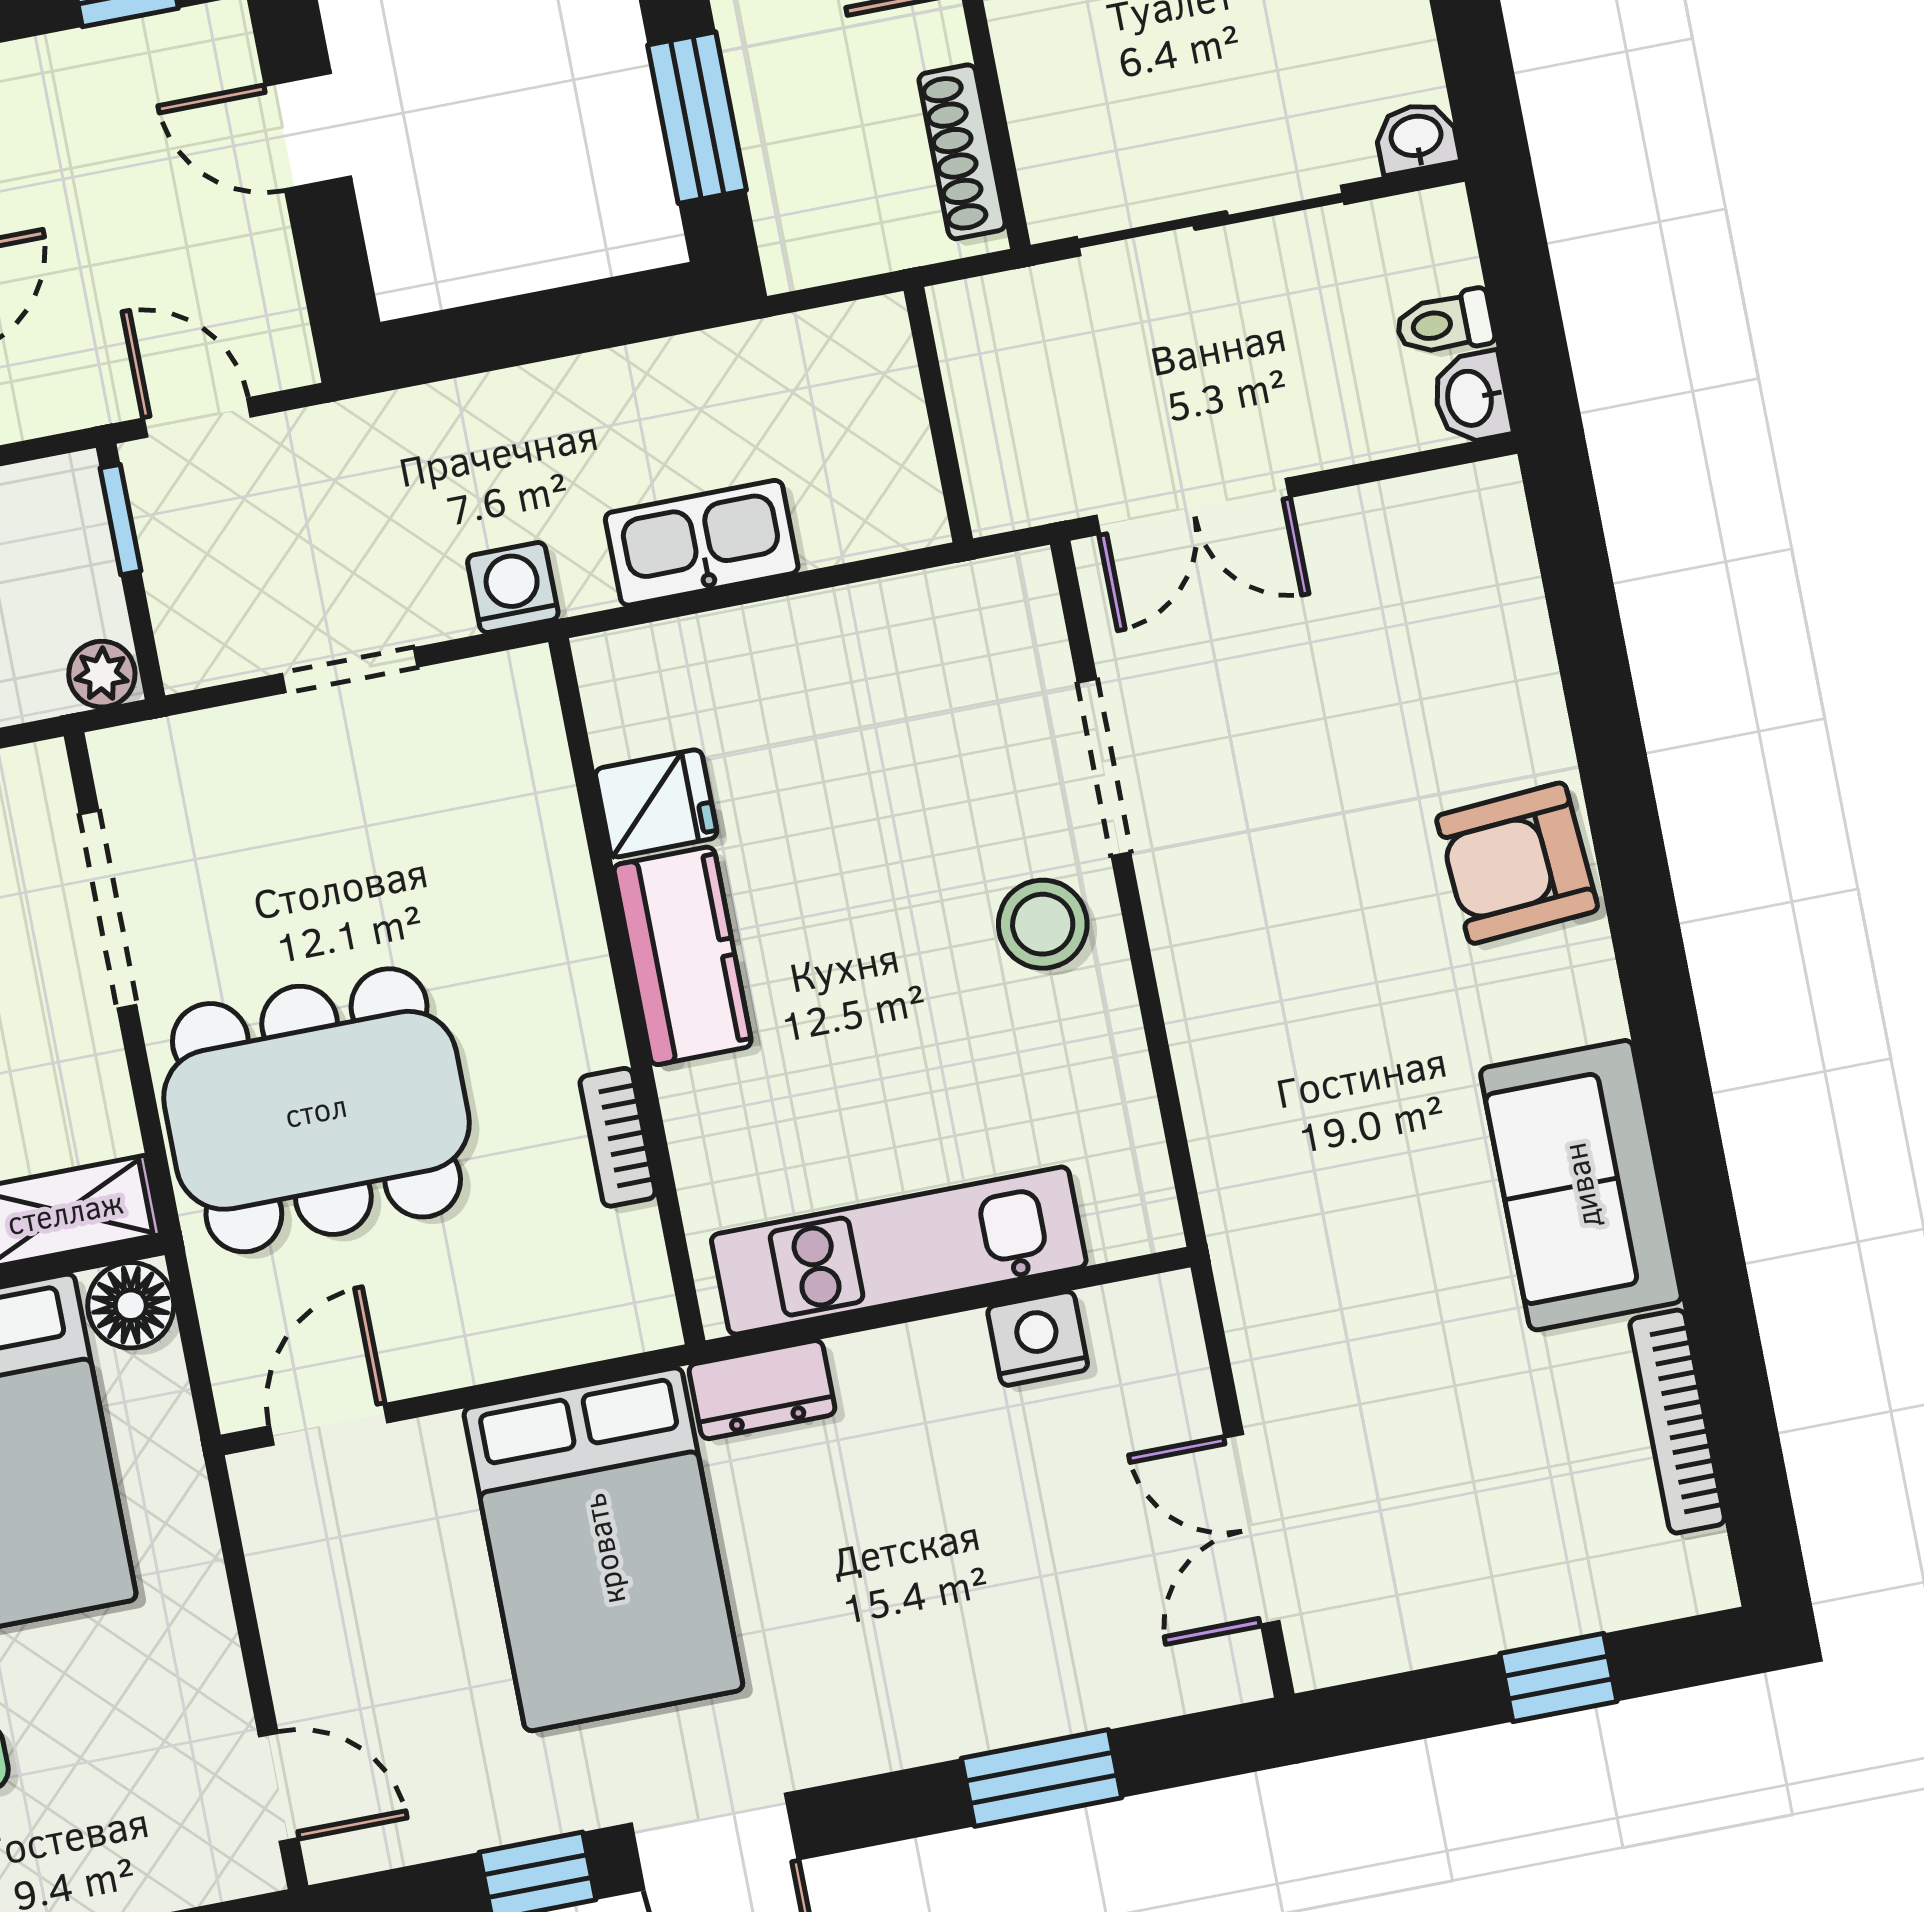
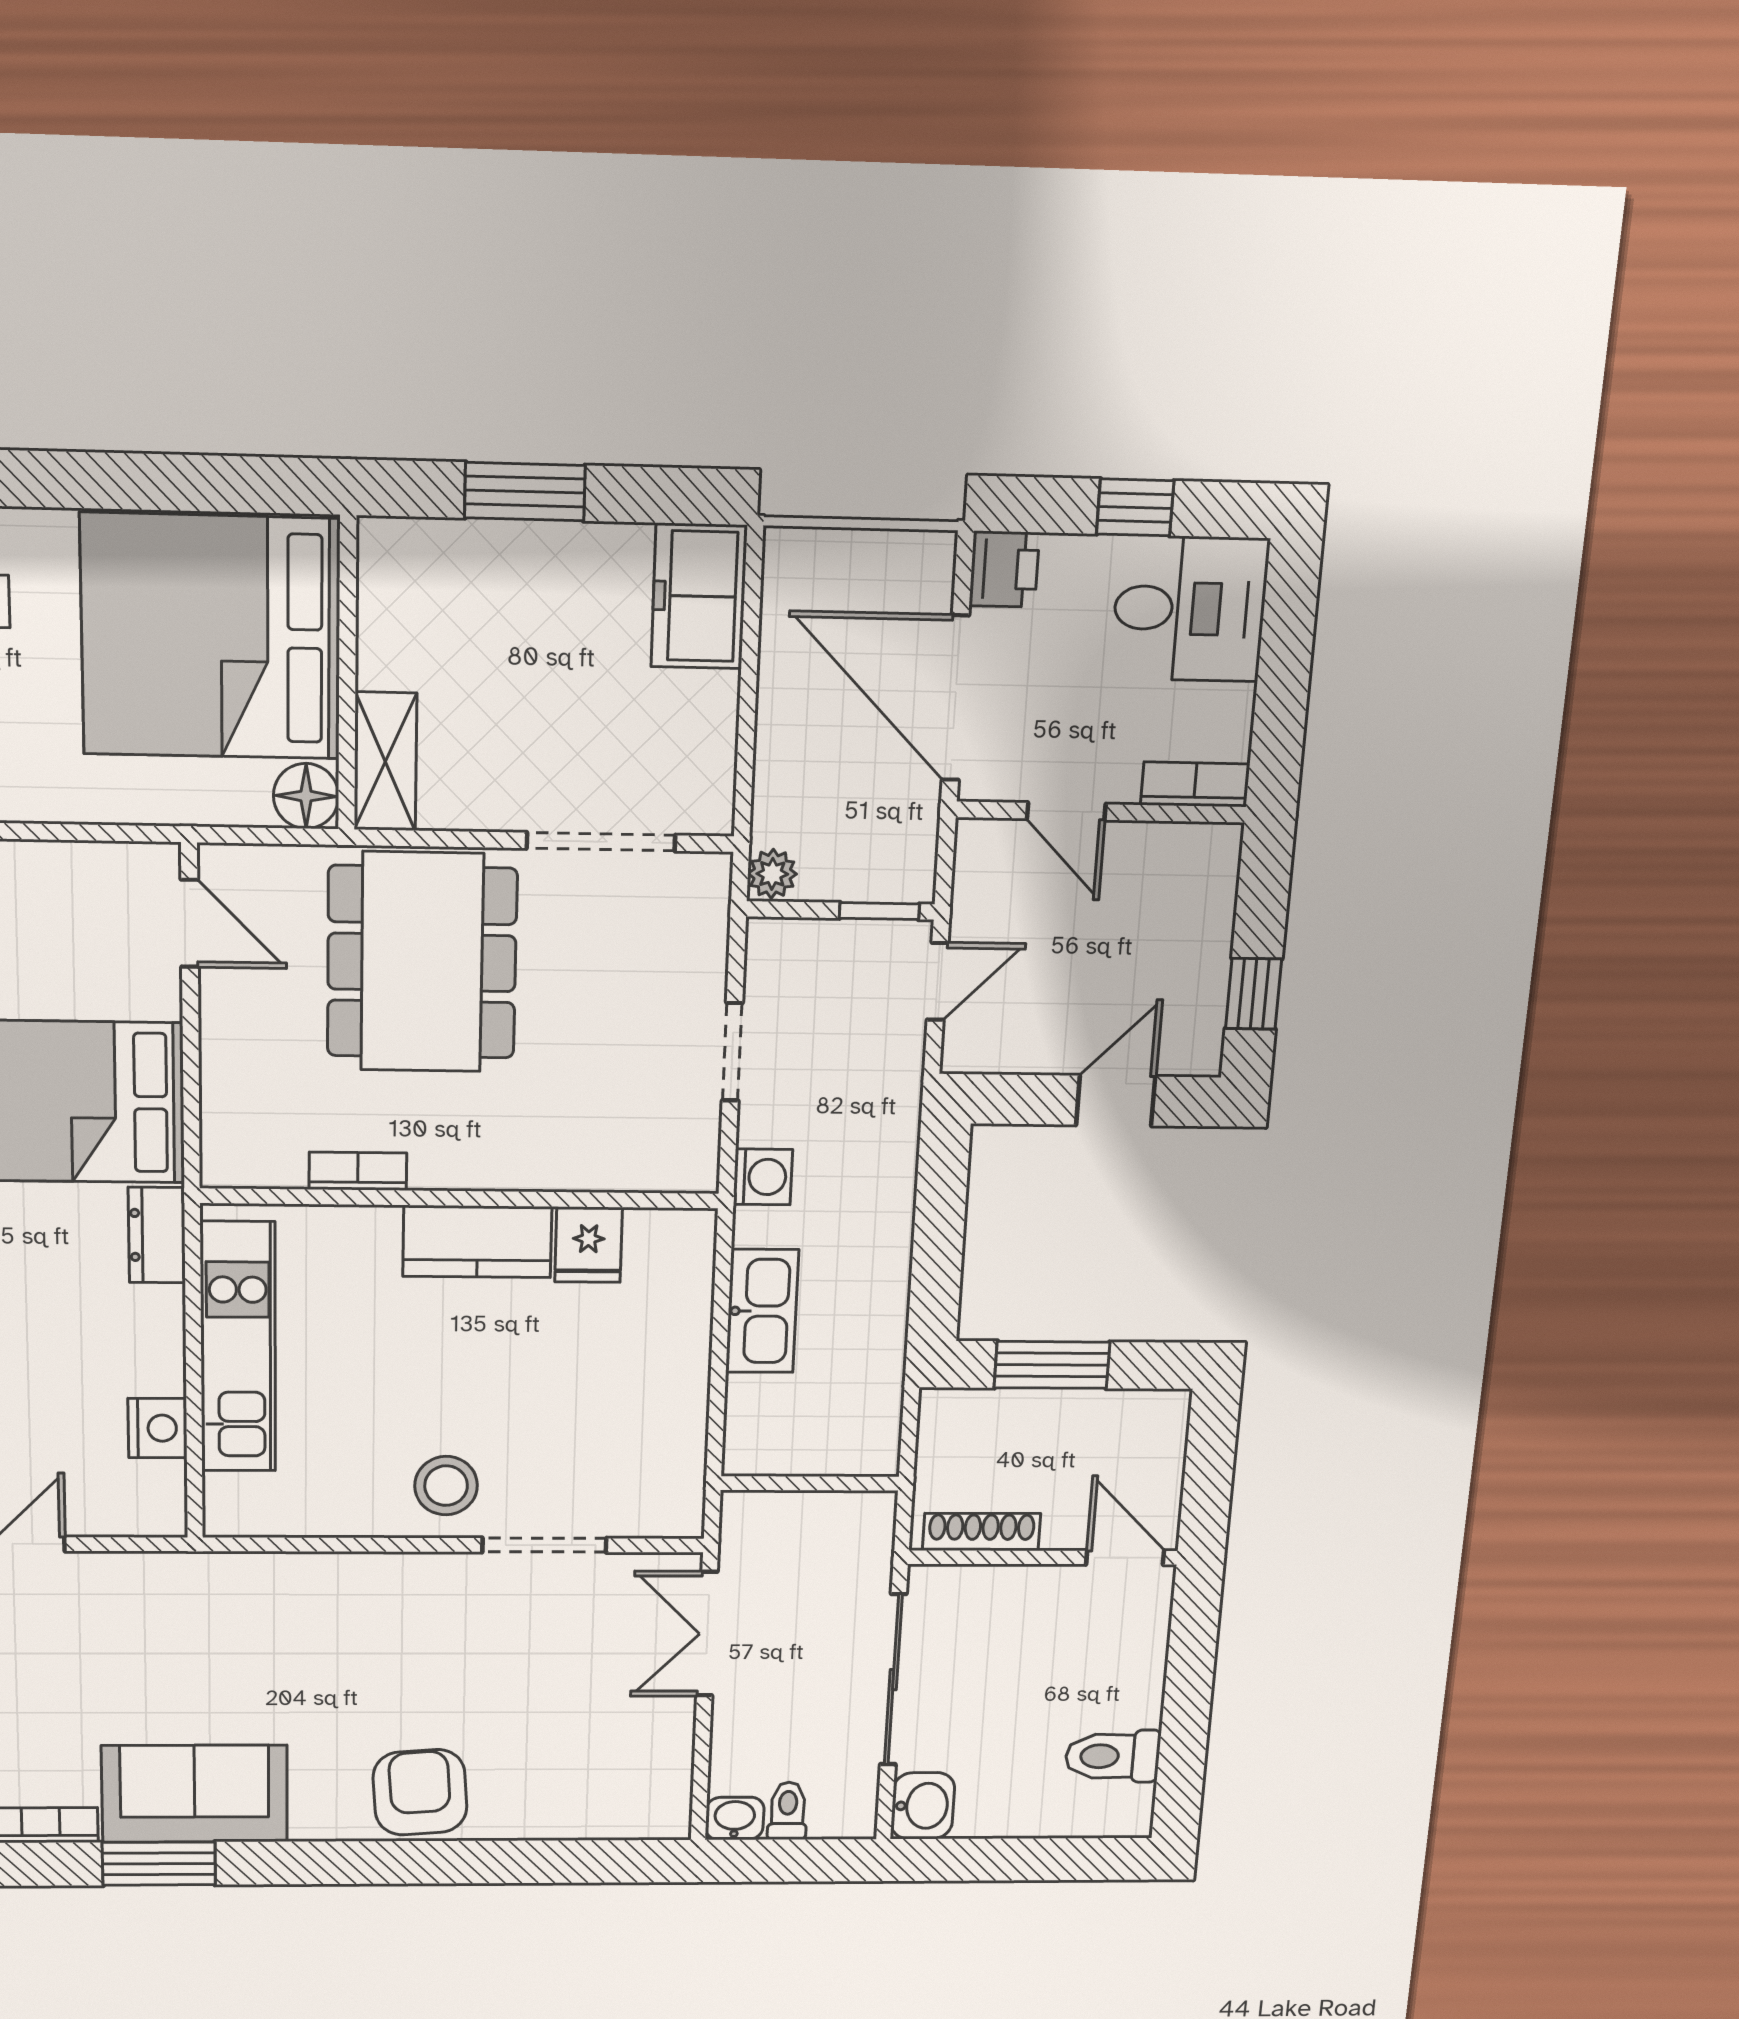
washbasin: (1416, 138) -> (923, 1806), width x1.38, depth x1.45
window: (1701, 1216) -> (159, 1864), added

